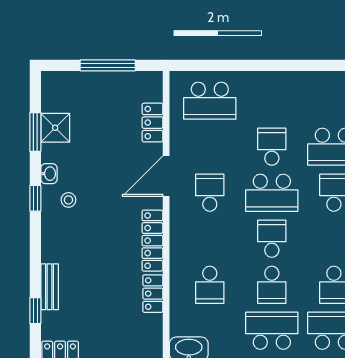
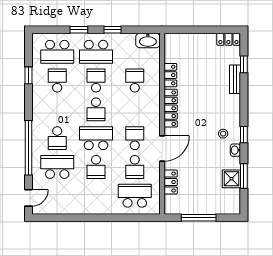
school desk: (210, 147) -> (135, 167), added
school desk: (210, 193) -> (135, 138), turned 180

